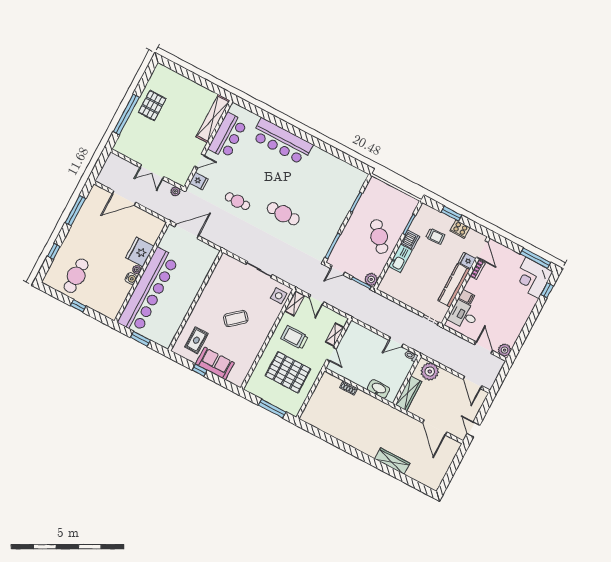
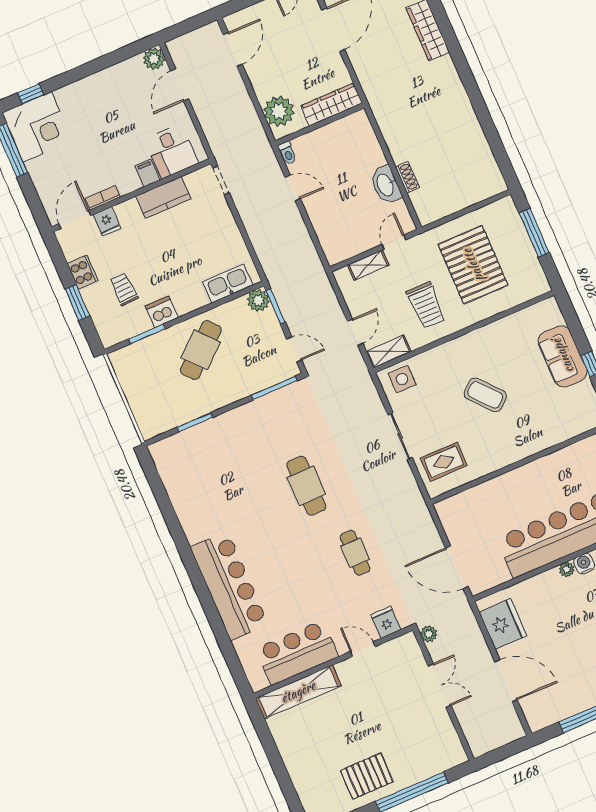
fridge: (140, 252) -> (503, 624), moved, turned -90
kitchen sink: (400, 258) -> (228, 284), moved
kitchen counter: (454, 285) -> (163, 197), width x0.67
rug: (196, 340) -> (444, 462), moved
washbasin: (378, 389) -> (386, 185), moved

